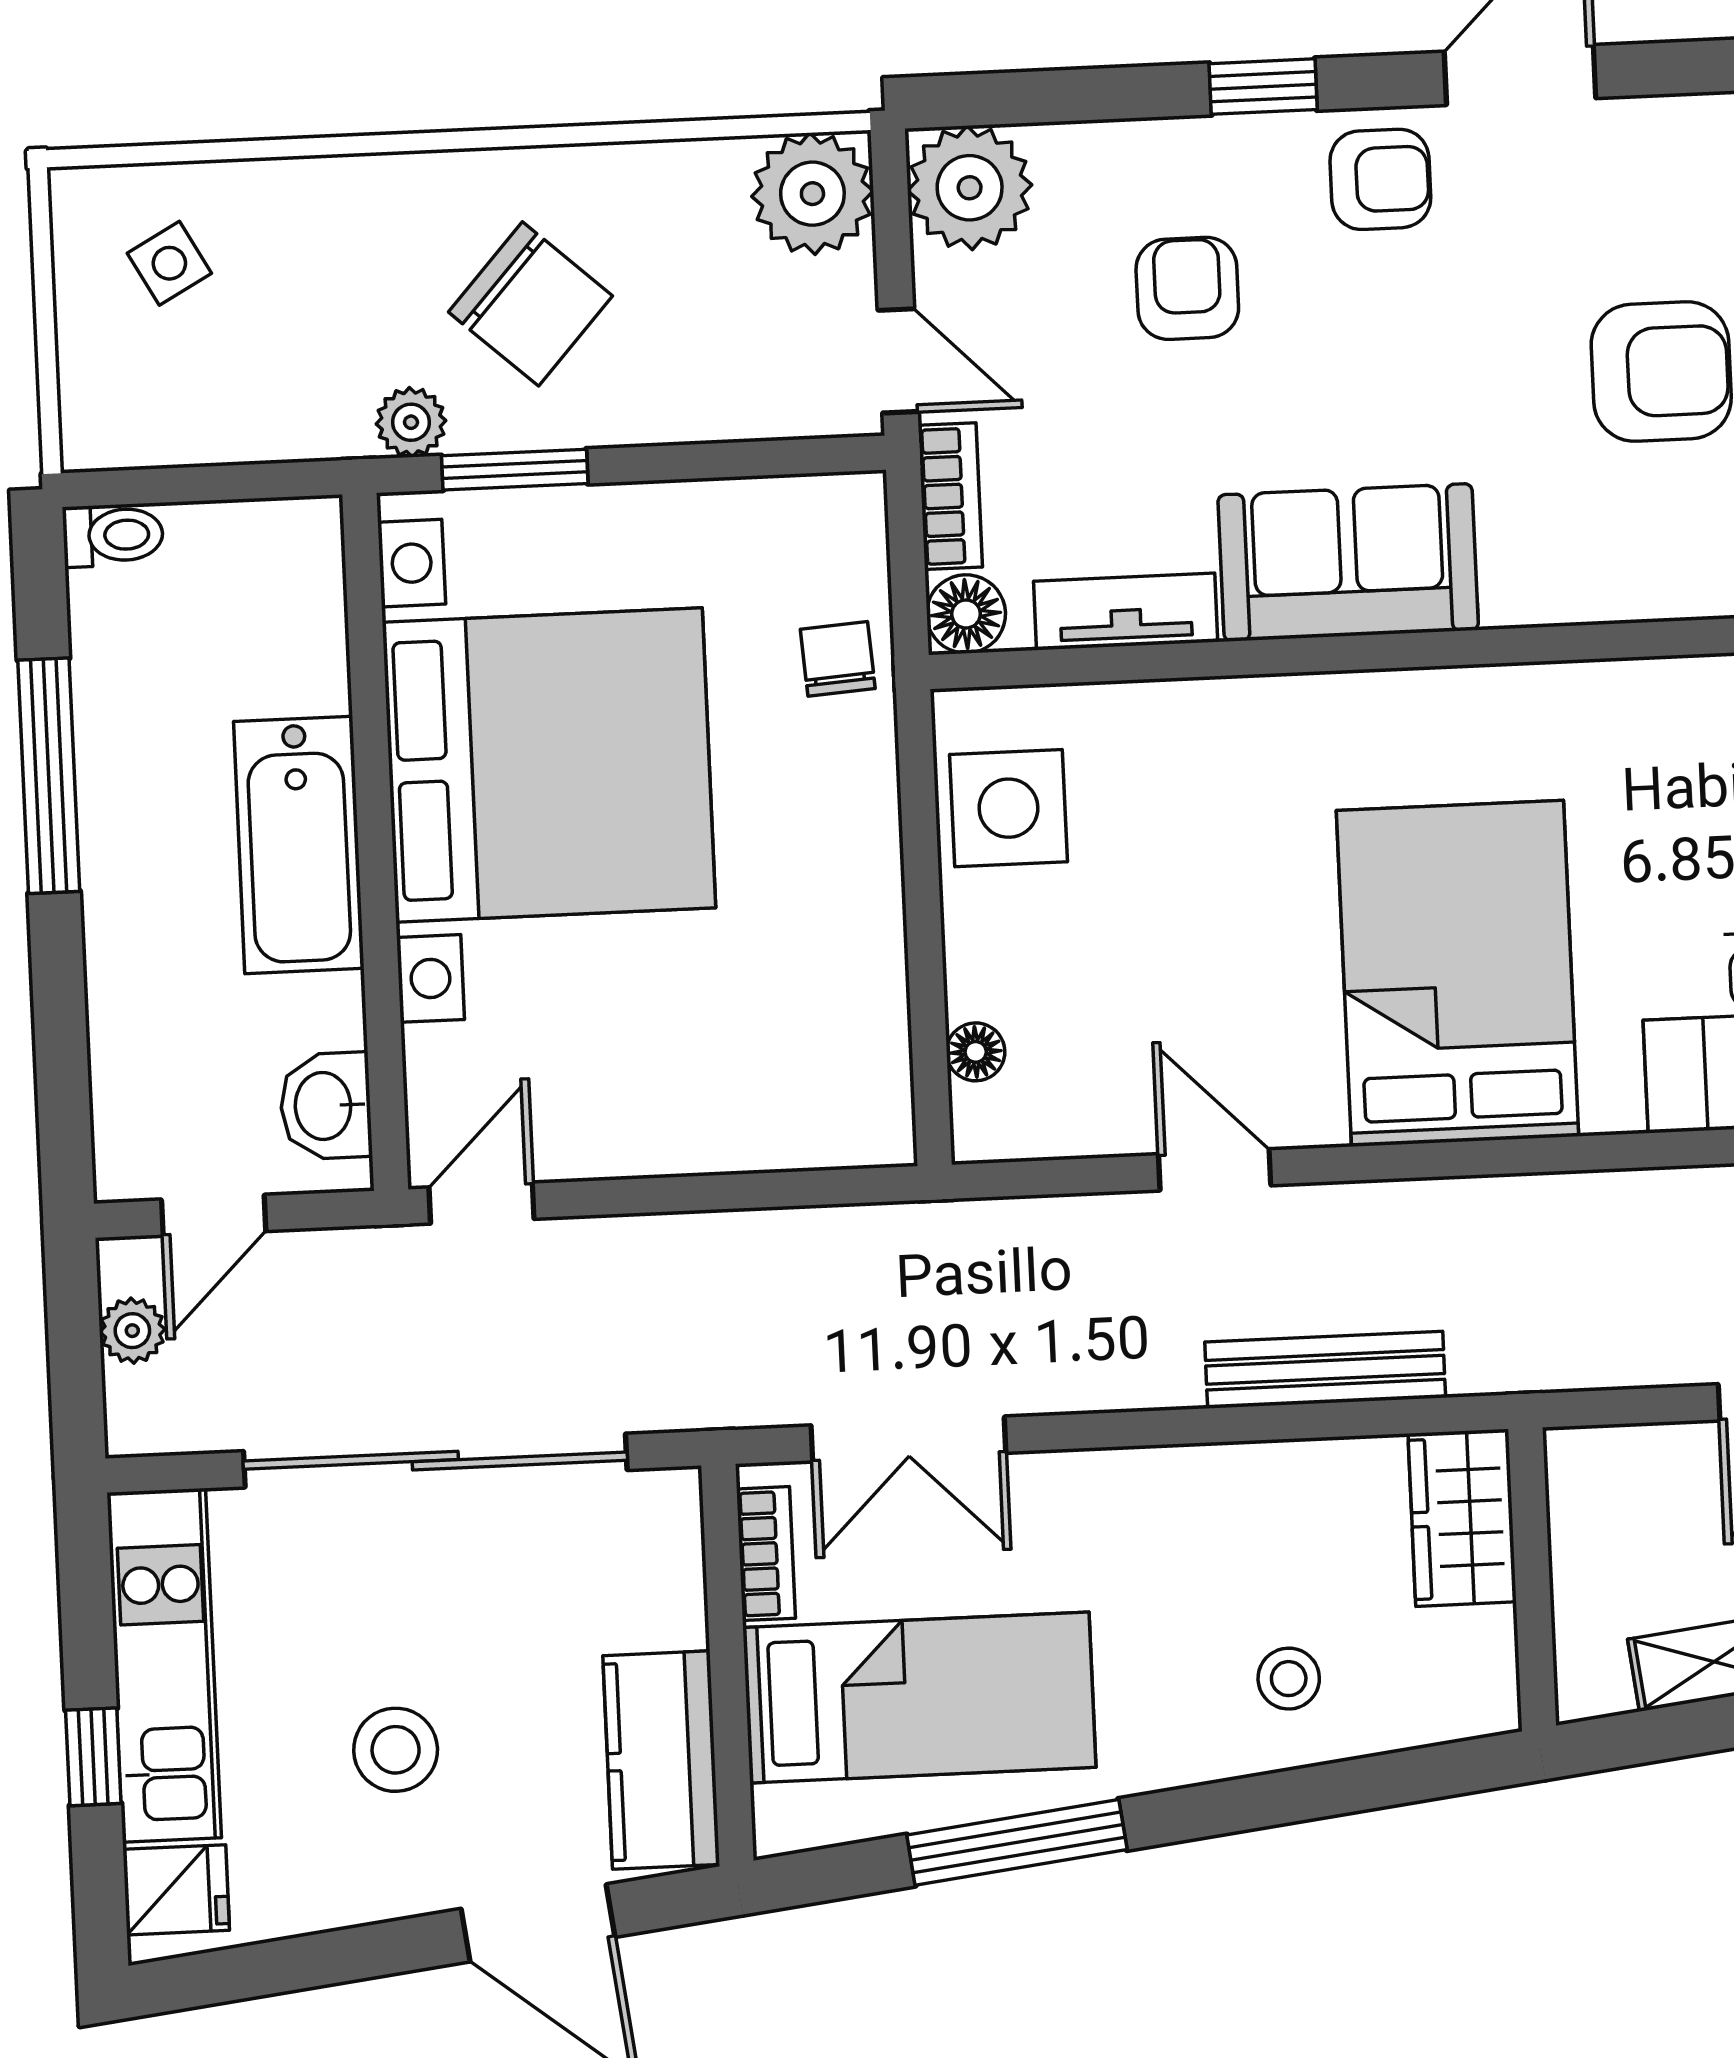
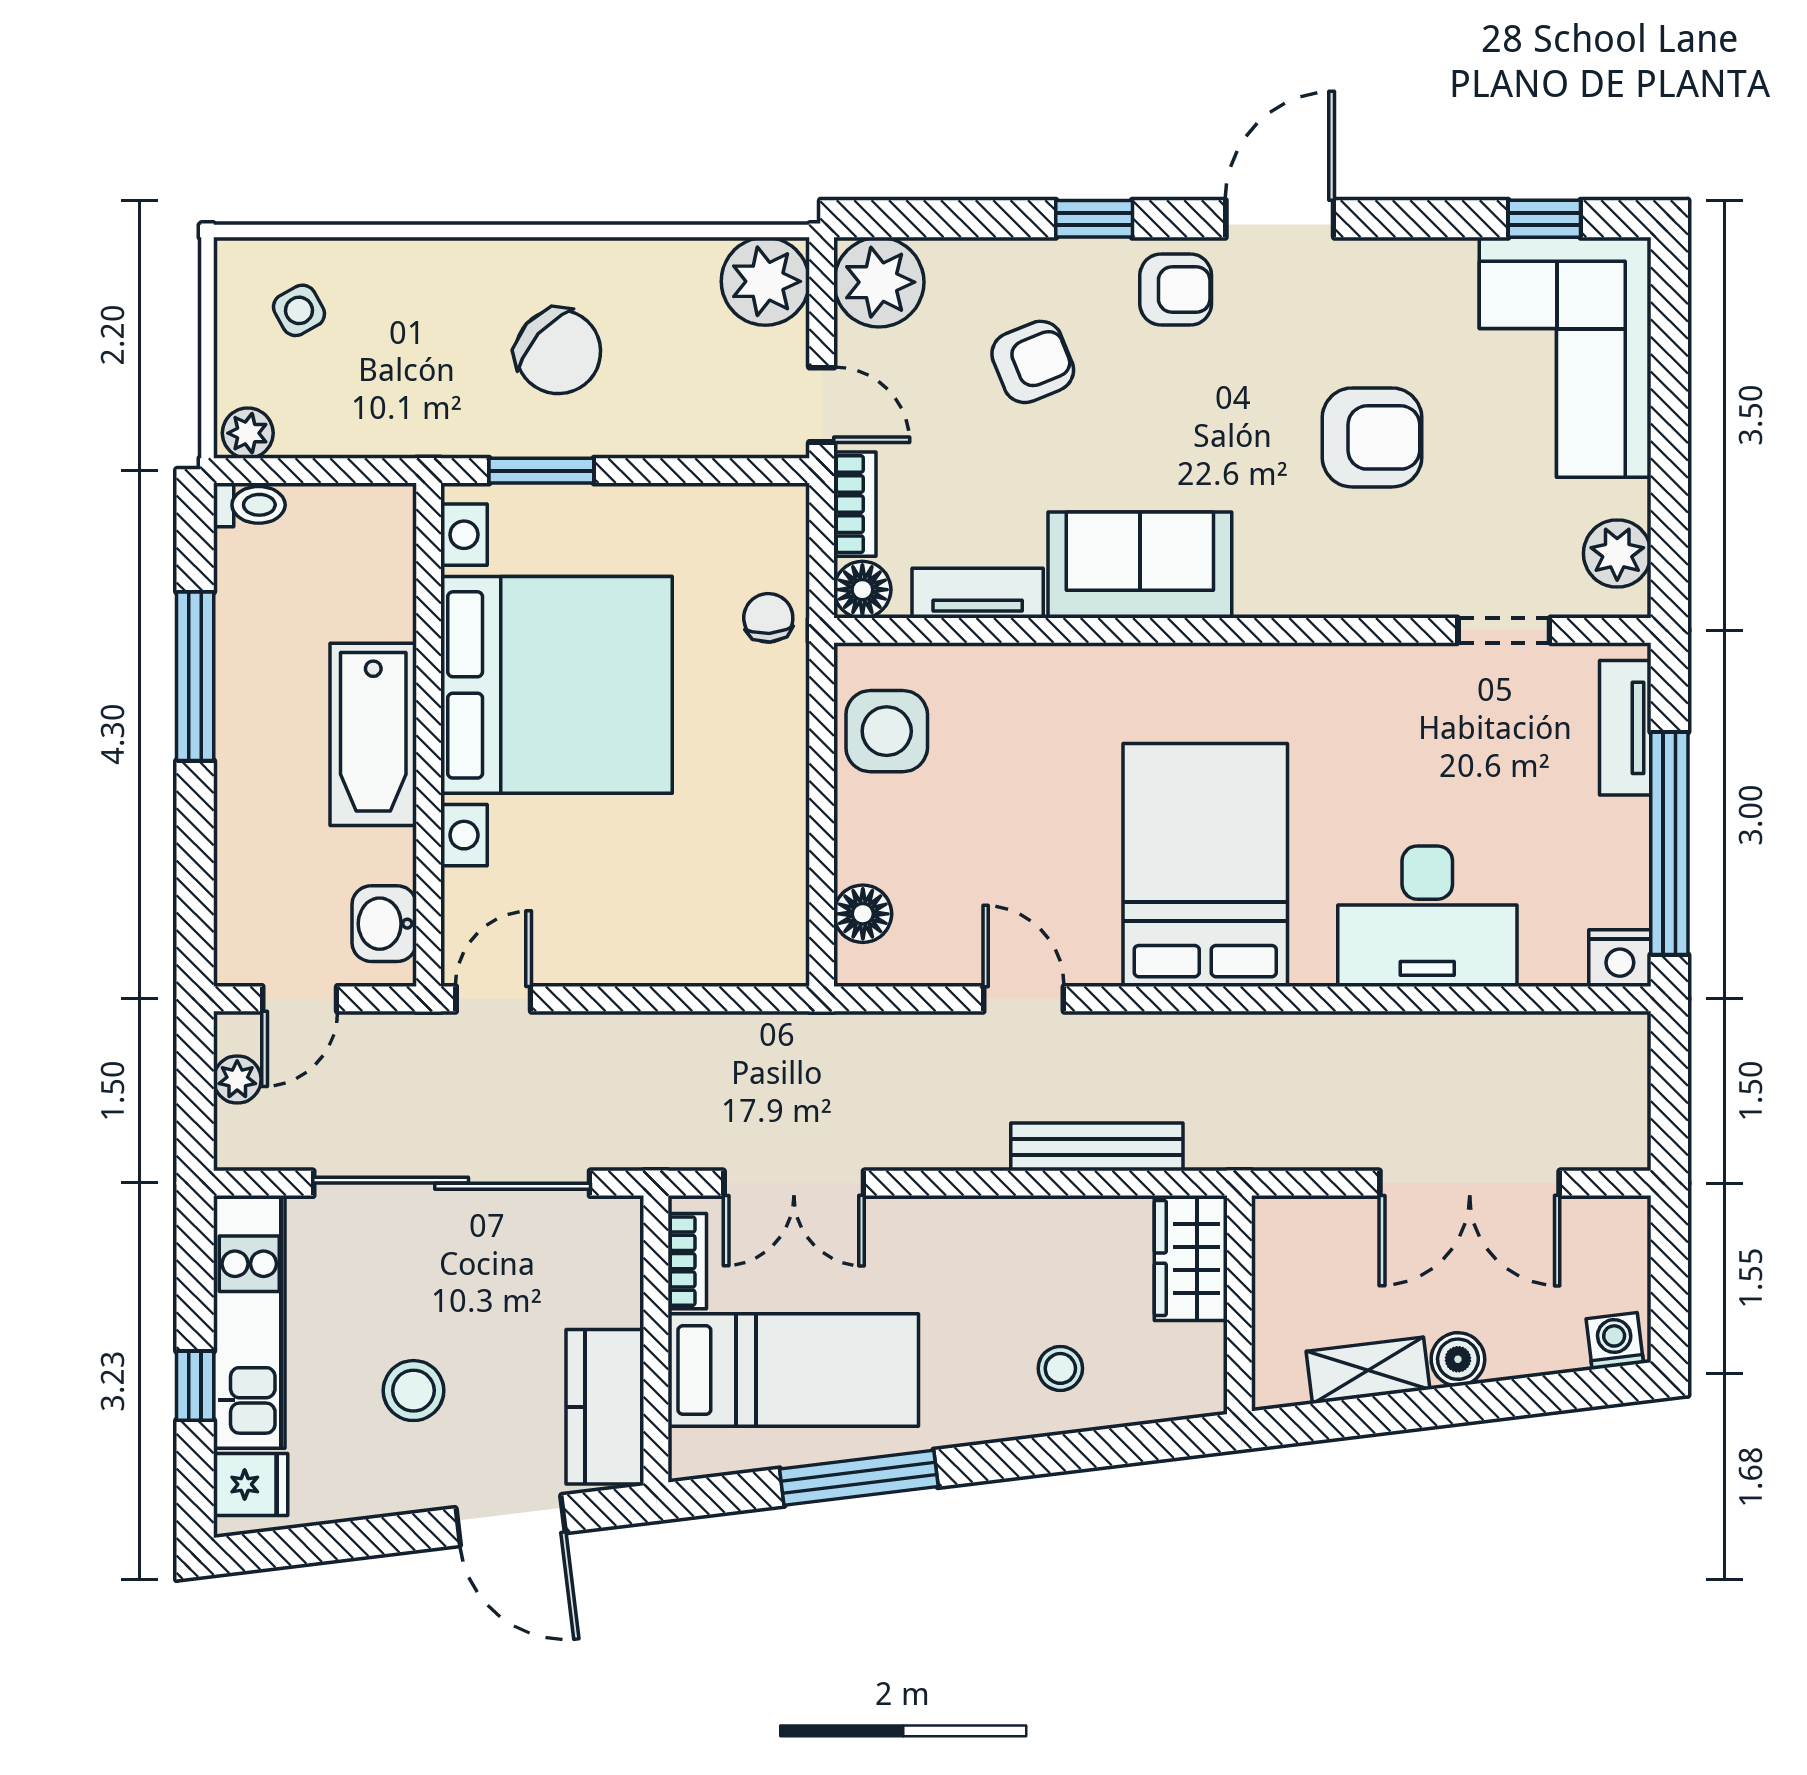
armchair: (1187, 288) -> (1033, 362), turned 68
plant: (411, 422) -> (248, 433), moved
floor lamp: (976, 1052) -> (863, 914), width x1.37, depth x1.37

